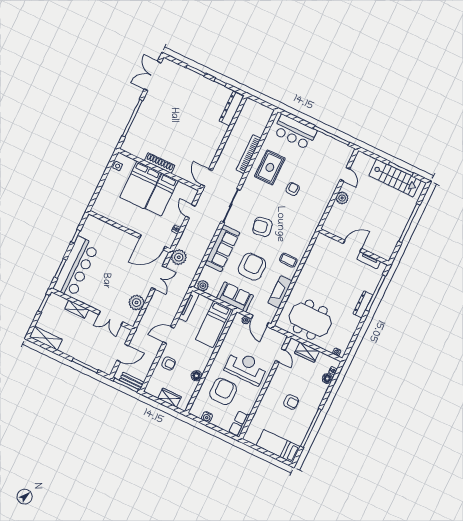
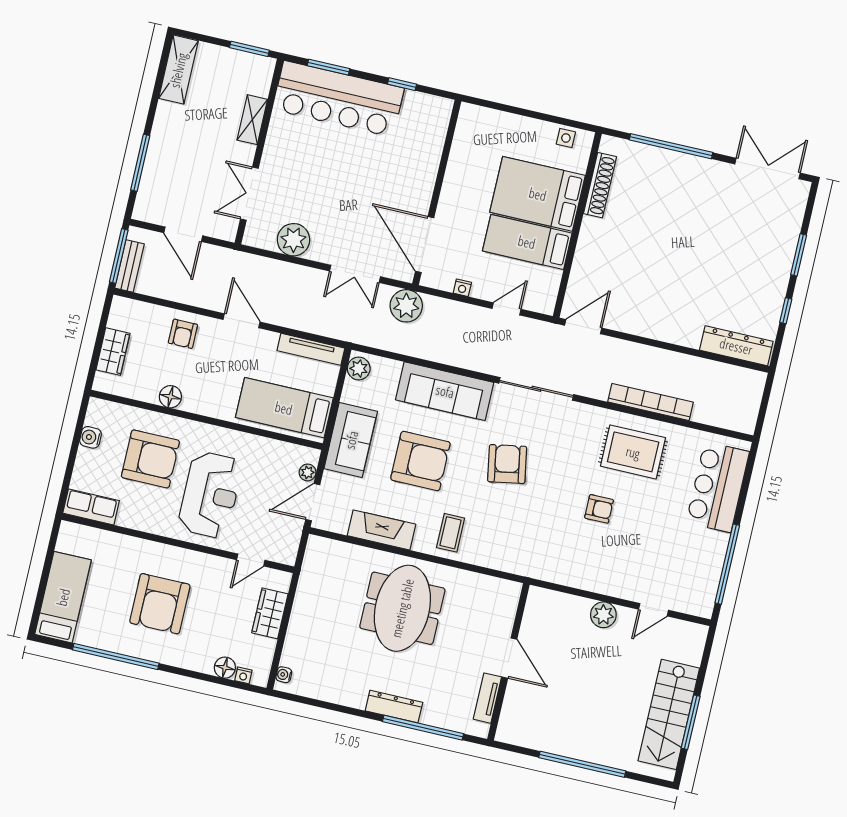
shoe rack: (160, 163) -> (600, 185), moved
meeting table: (310, 320) -> (402, 608), moved
armchair: (291, 402) -> (160, 604), width x1.88, depth x1.88

